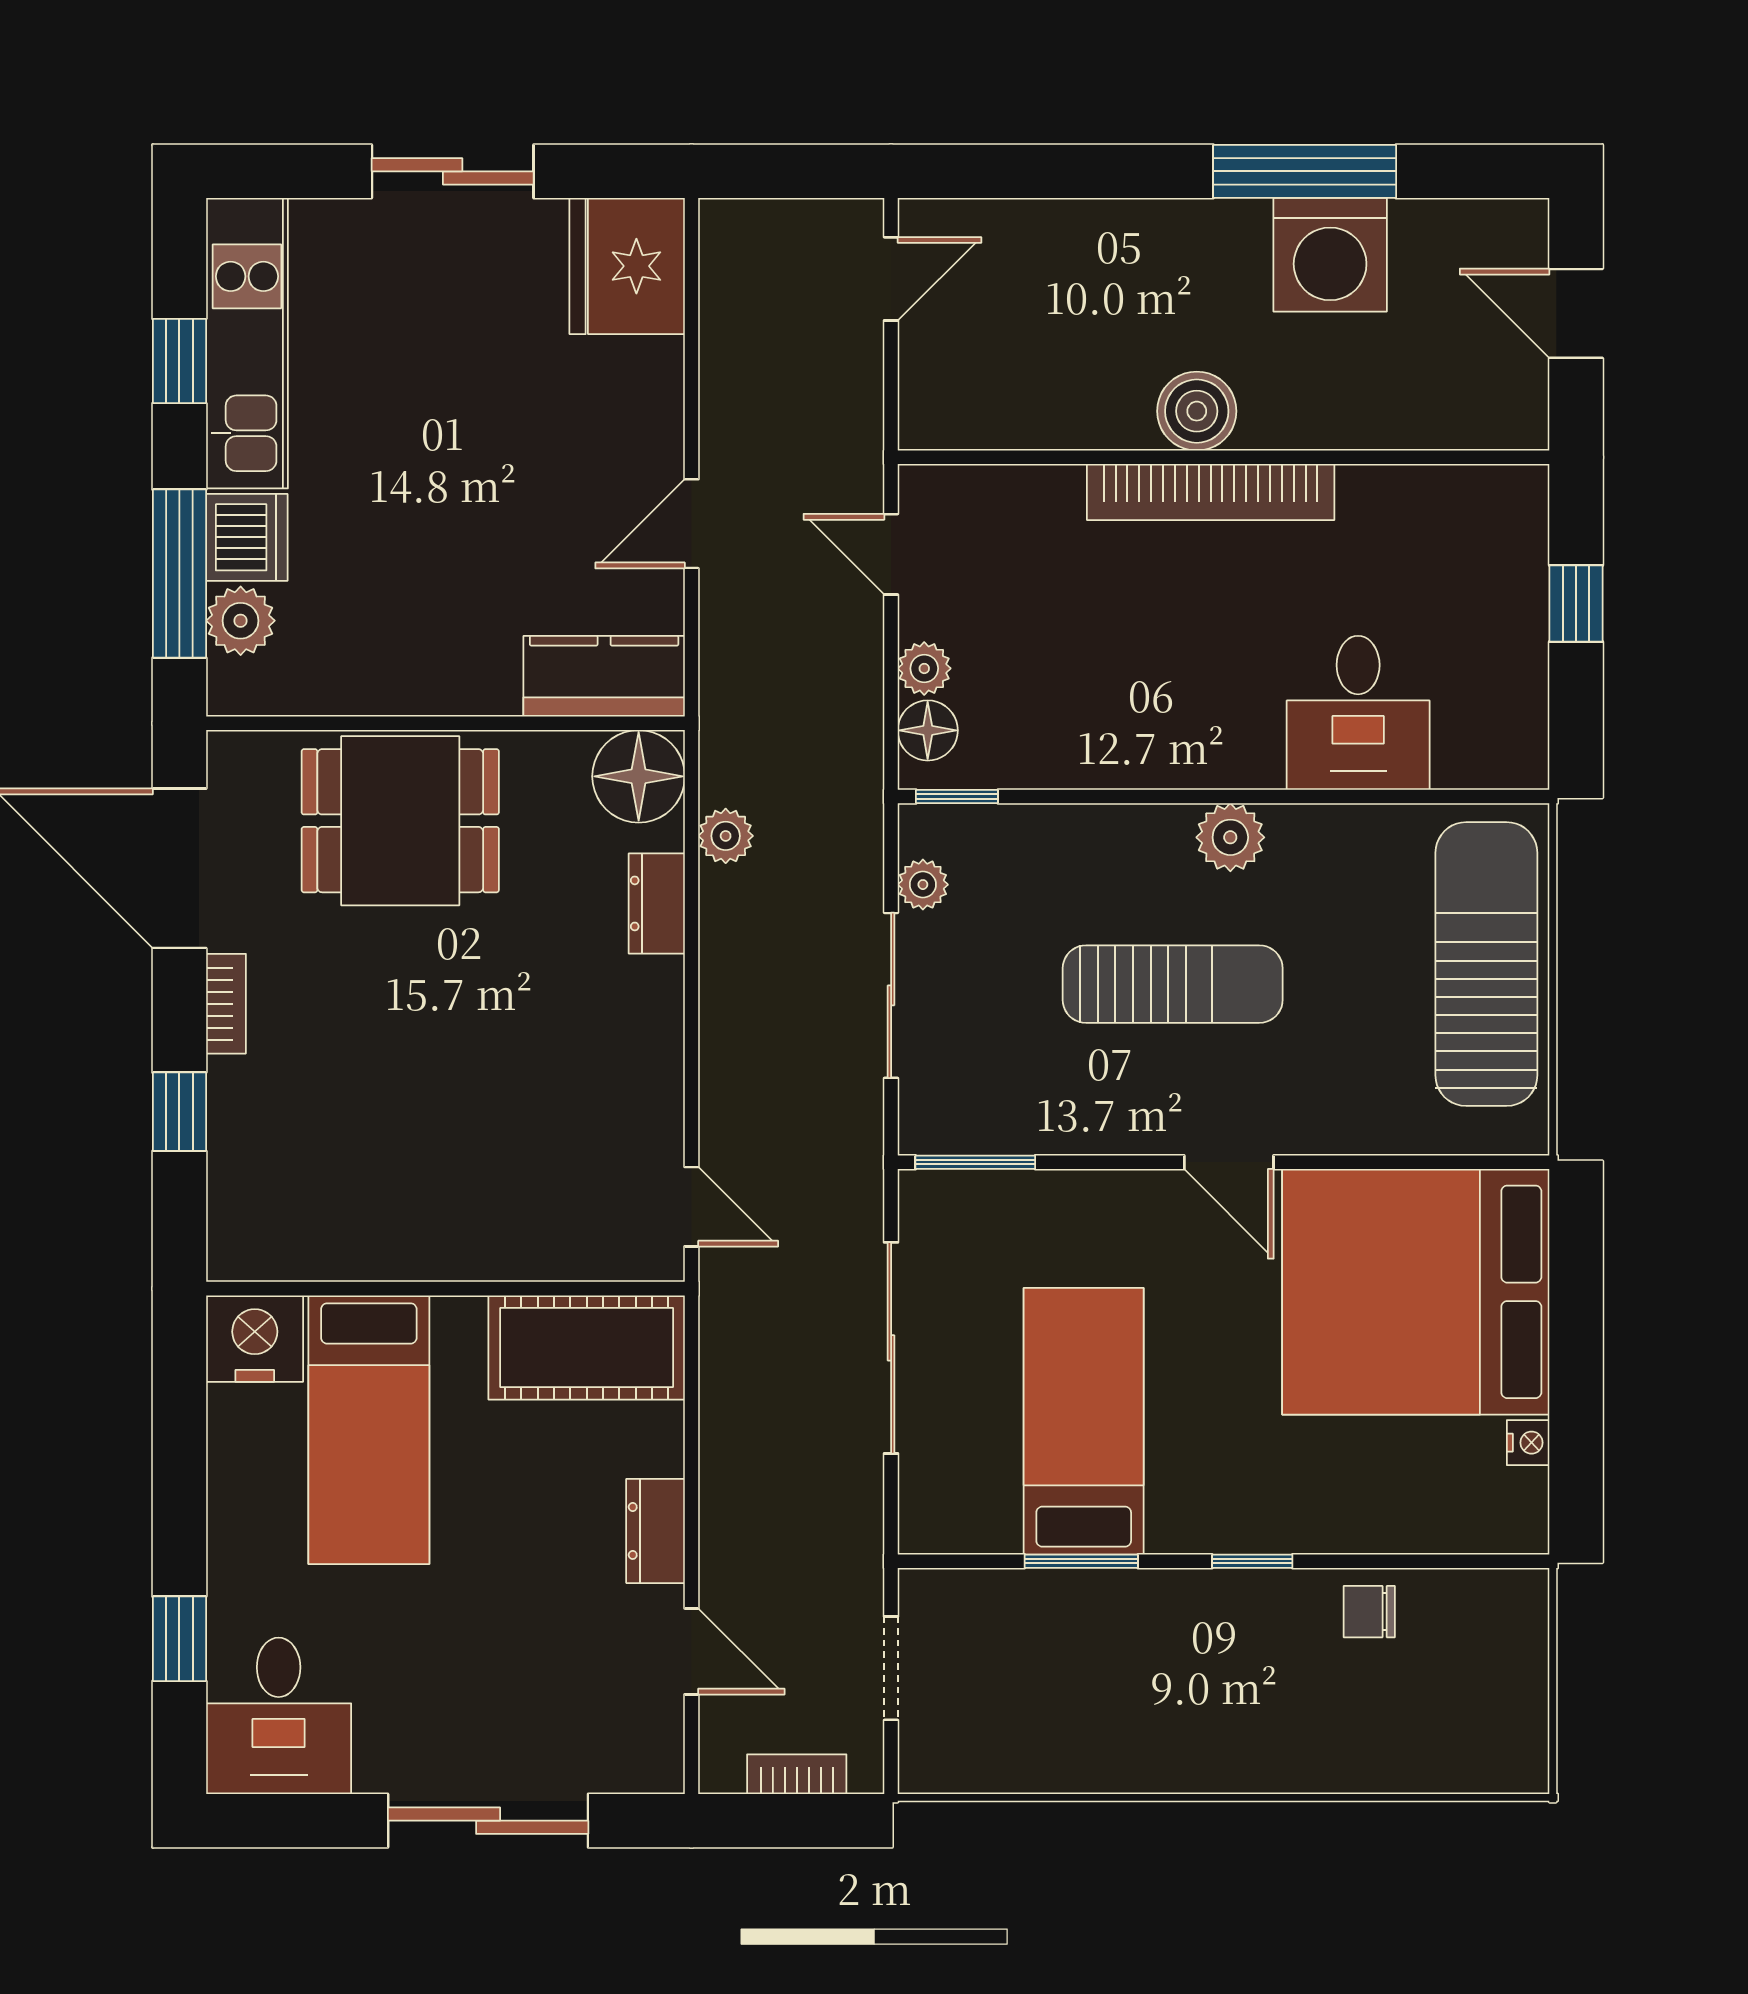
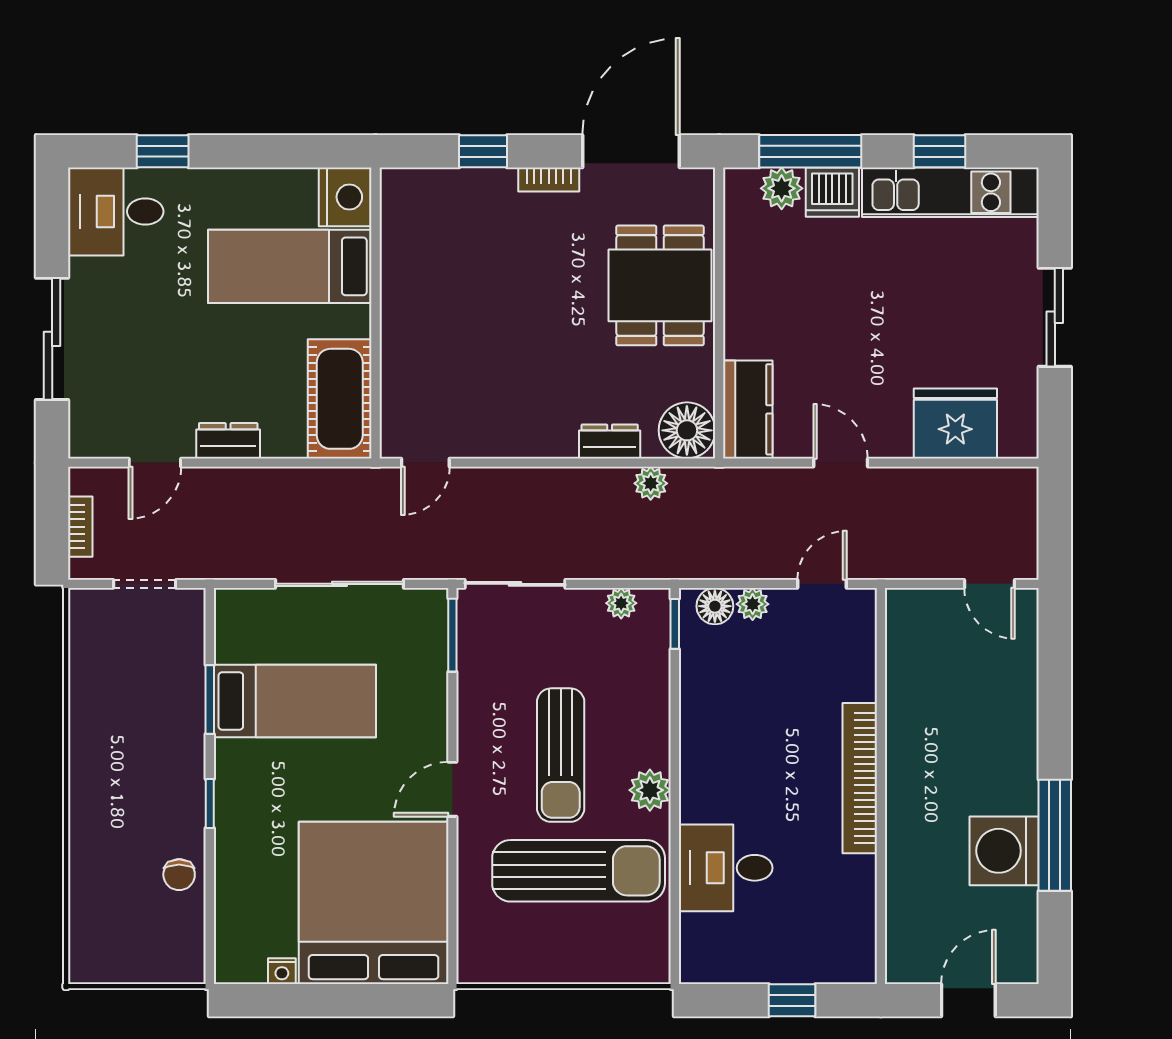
fridge: (627, 266) -> (955, 423), moved
boiler: (1197, 411) -> (909, 770), removed
sun lounger: (1486, 964) -> (579, 871), moved
sliding door: (891, 995) -> (515, 584), moved
chair: (1369, 1612) -> (179, 875), turned 180

